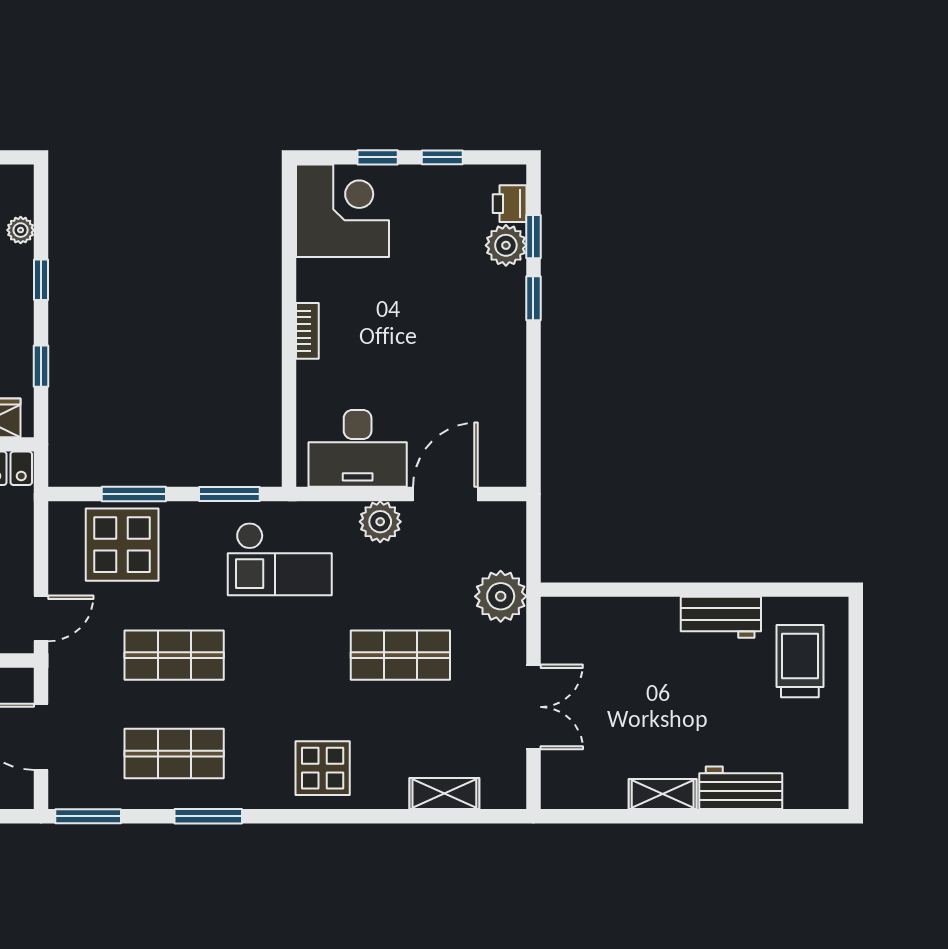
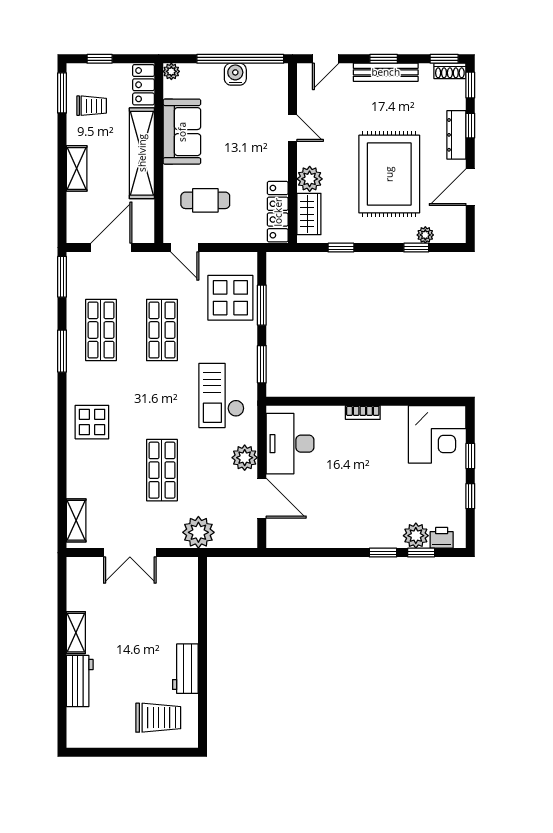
window: (41, 280) -> (416, 248), moved
shelving: (444, 794) -> (76, 520), moved

